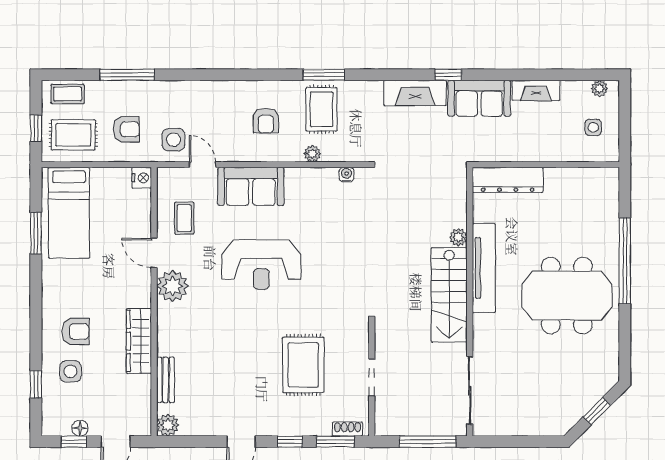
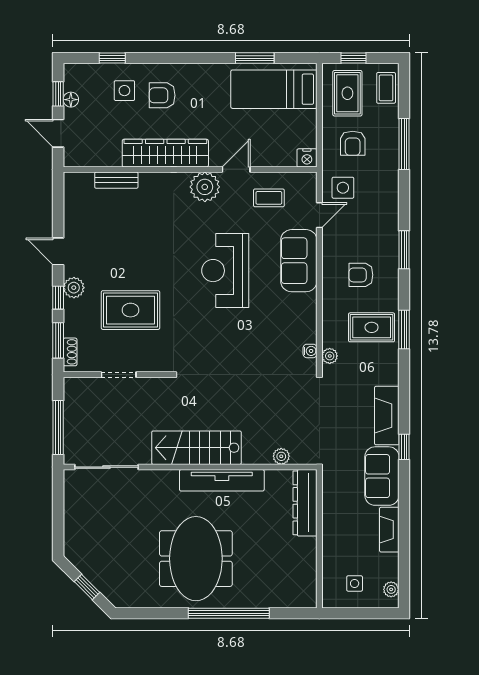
window: (239, 75) -> (404, 250), added
plant: (312, 154) -> (330, 356), moved
plant: (458, 237) -> (281, 456), moved
armchair: (75, 331) -> (162, 95), turned 90
wardrobe: (139, 341) -> (165, 153), width x1.40, depth x1.17
plant: (168, 425) -> (74, 288), moved

